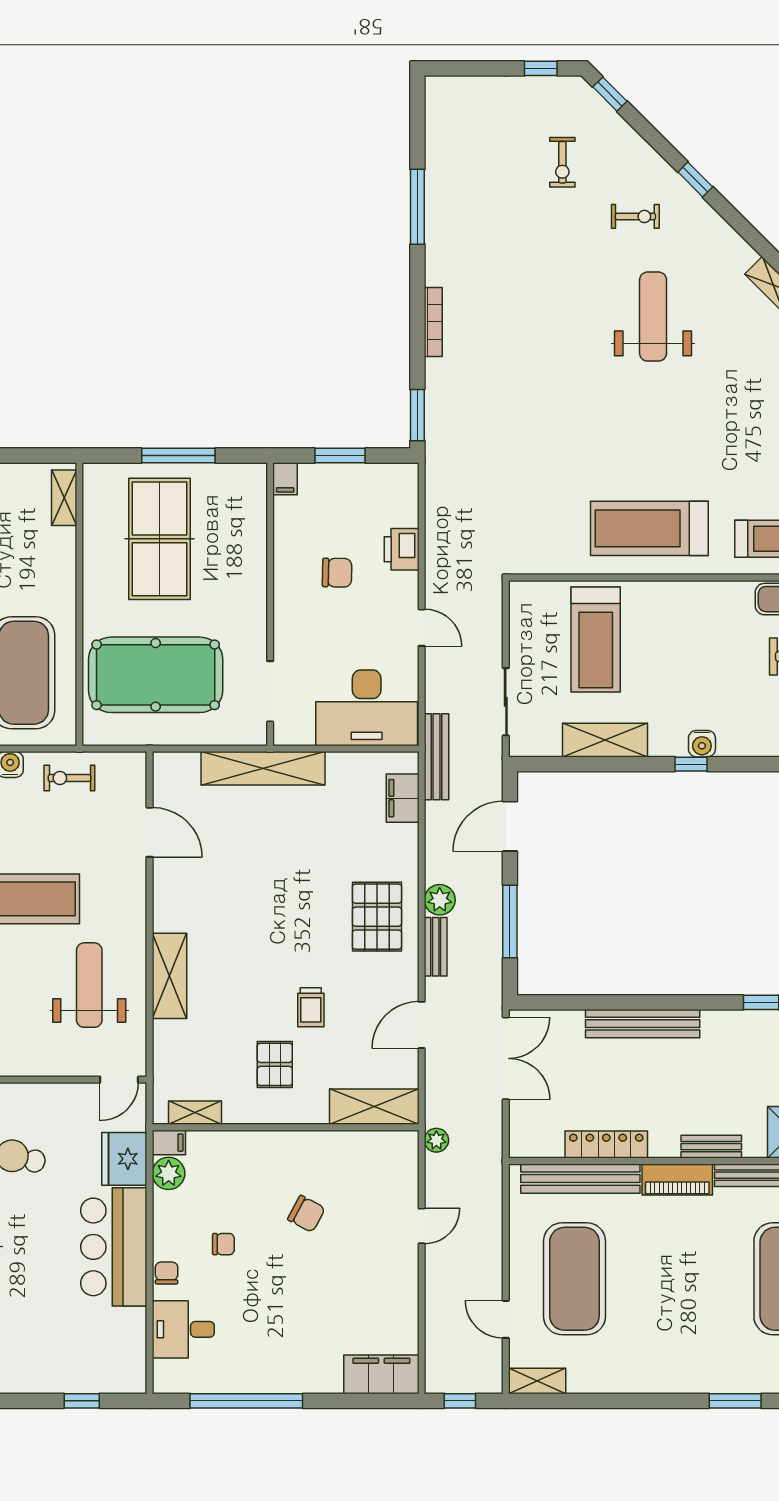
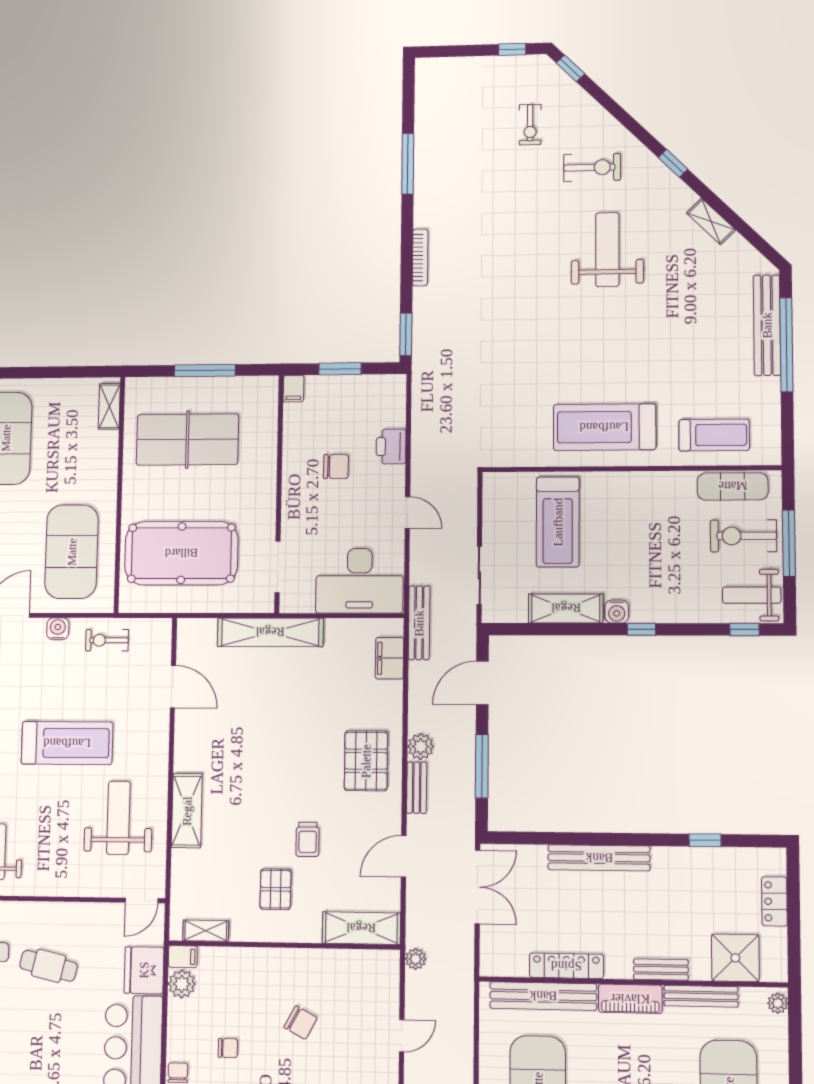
window: (695, 179) -> (673, 163), moved
exercise bike: (635, 216) -> (592, 167), width x1.38, depth x1.39
table tennis table: (159, 539) -> (187, 440), turned 90
water cooler: (702, 744) -> (617, 612), moved

